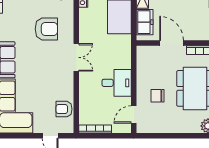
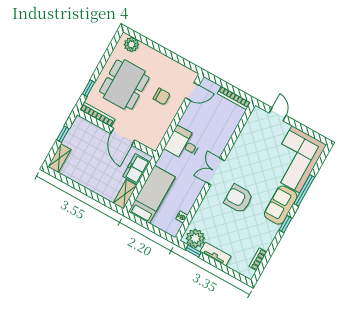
armchair: (46, 29) -> (238, 199), moved
desk: (117, 83) -> (183, 144), moved
armchair: (64, 109) -> (252, 131), removed

